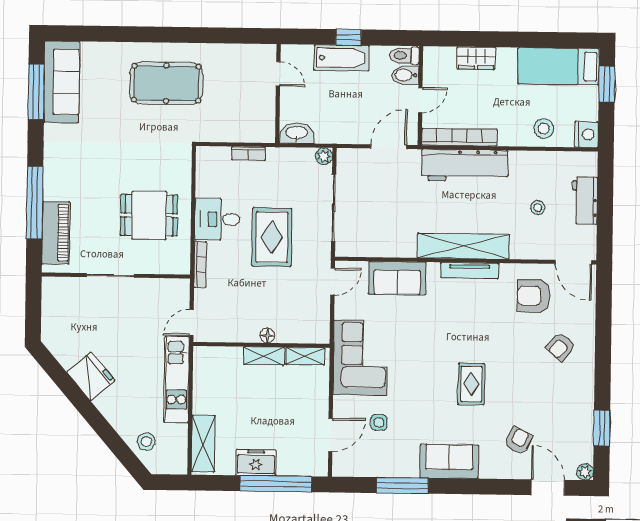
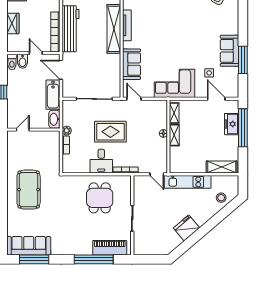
bathtub: (342, 58) -> (53, 95), moved, turned 180
plant: (324, 156) -> (67, 131), moved
rug: (471, 384) -> (188, 24), removed
sofa: (449, 461) -> (229, 51), moved
freezer: (256, 462) -> (232, 124), moved

